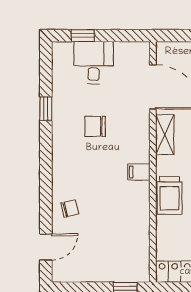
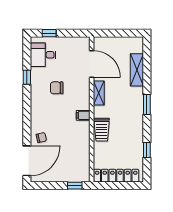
desk: (94, 63) -> (43, 55), moved, turned -90
door: (46, 247) -> (27, 161), width x1.88

